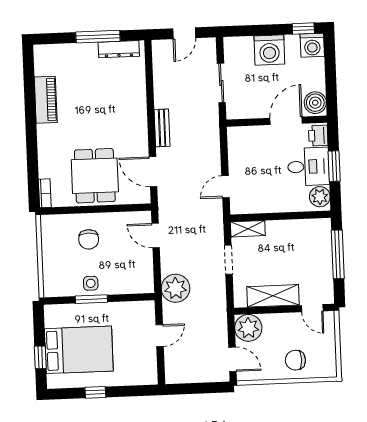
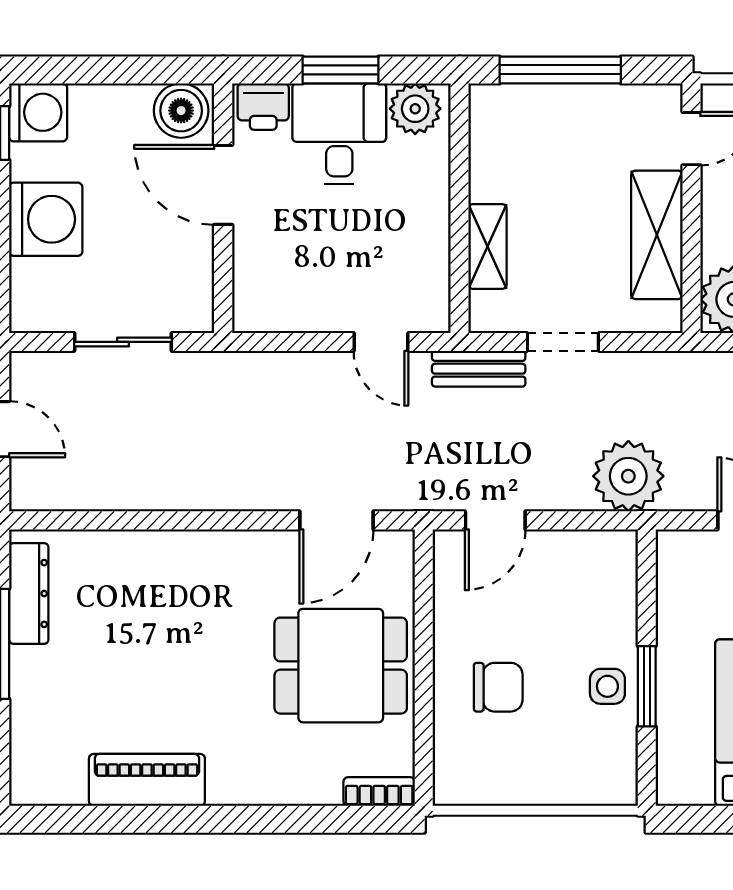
bench: (162, 128) -> (479, 369), moved
shelving: (248, 229) -> (488, 246), moved

